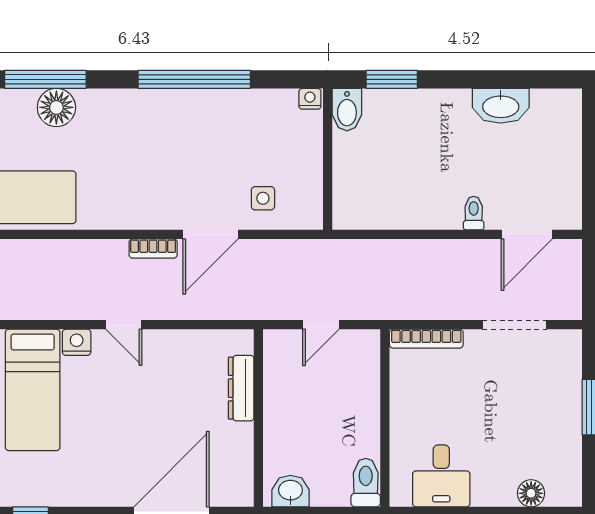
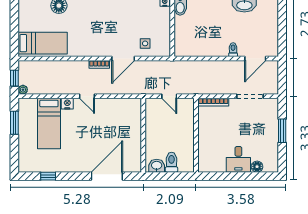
door: (321, 325) -> (169, 96), hinge flipped
dresser: (241, 388) -> (136, 123), removed
desk: (441, 476) -> (238, 159), moved
toilet: (366, 483) -> (172, 162), moved

